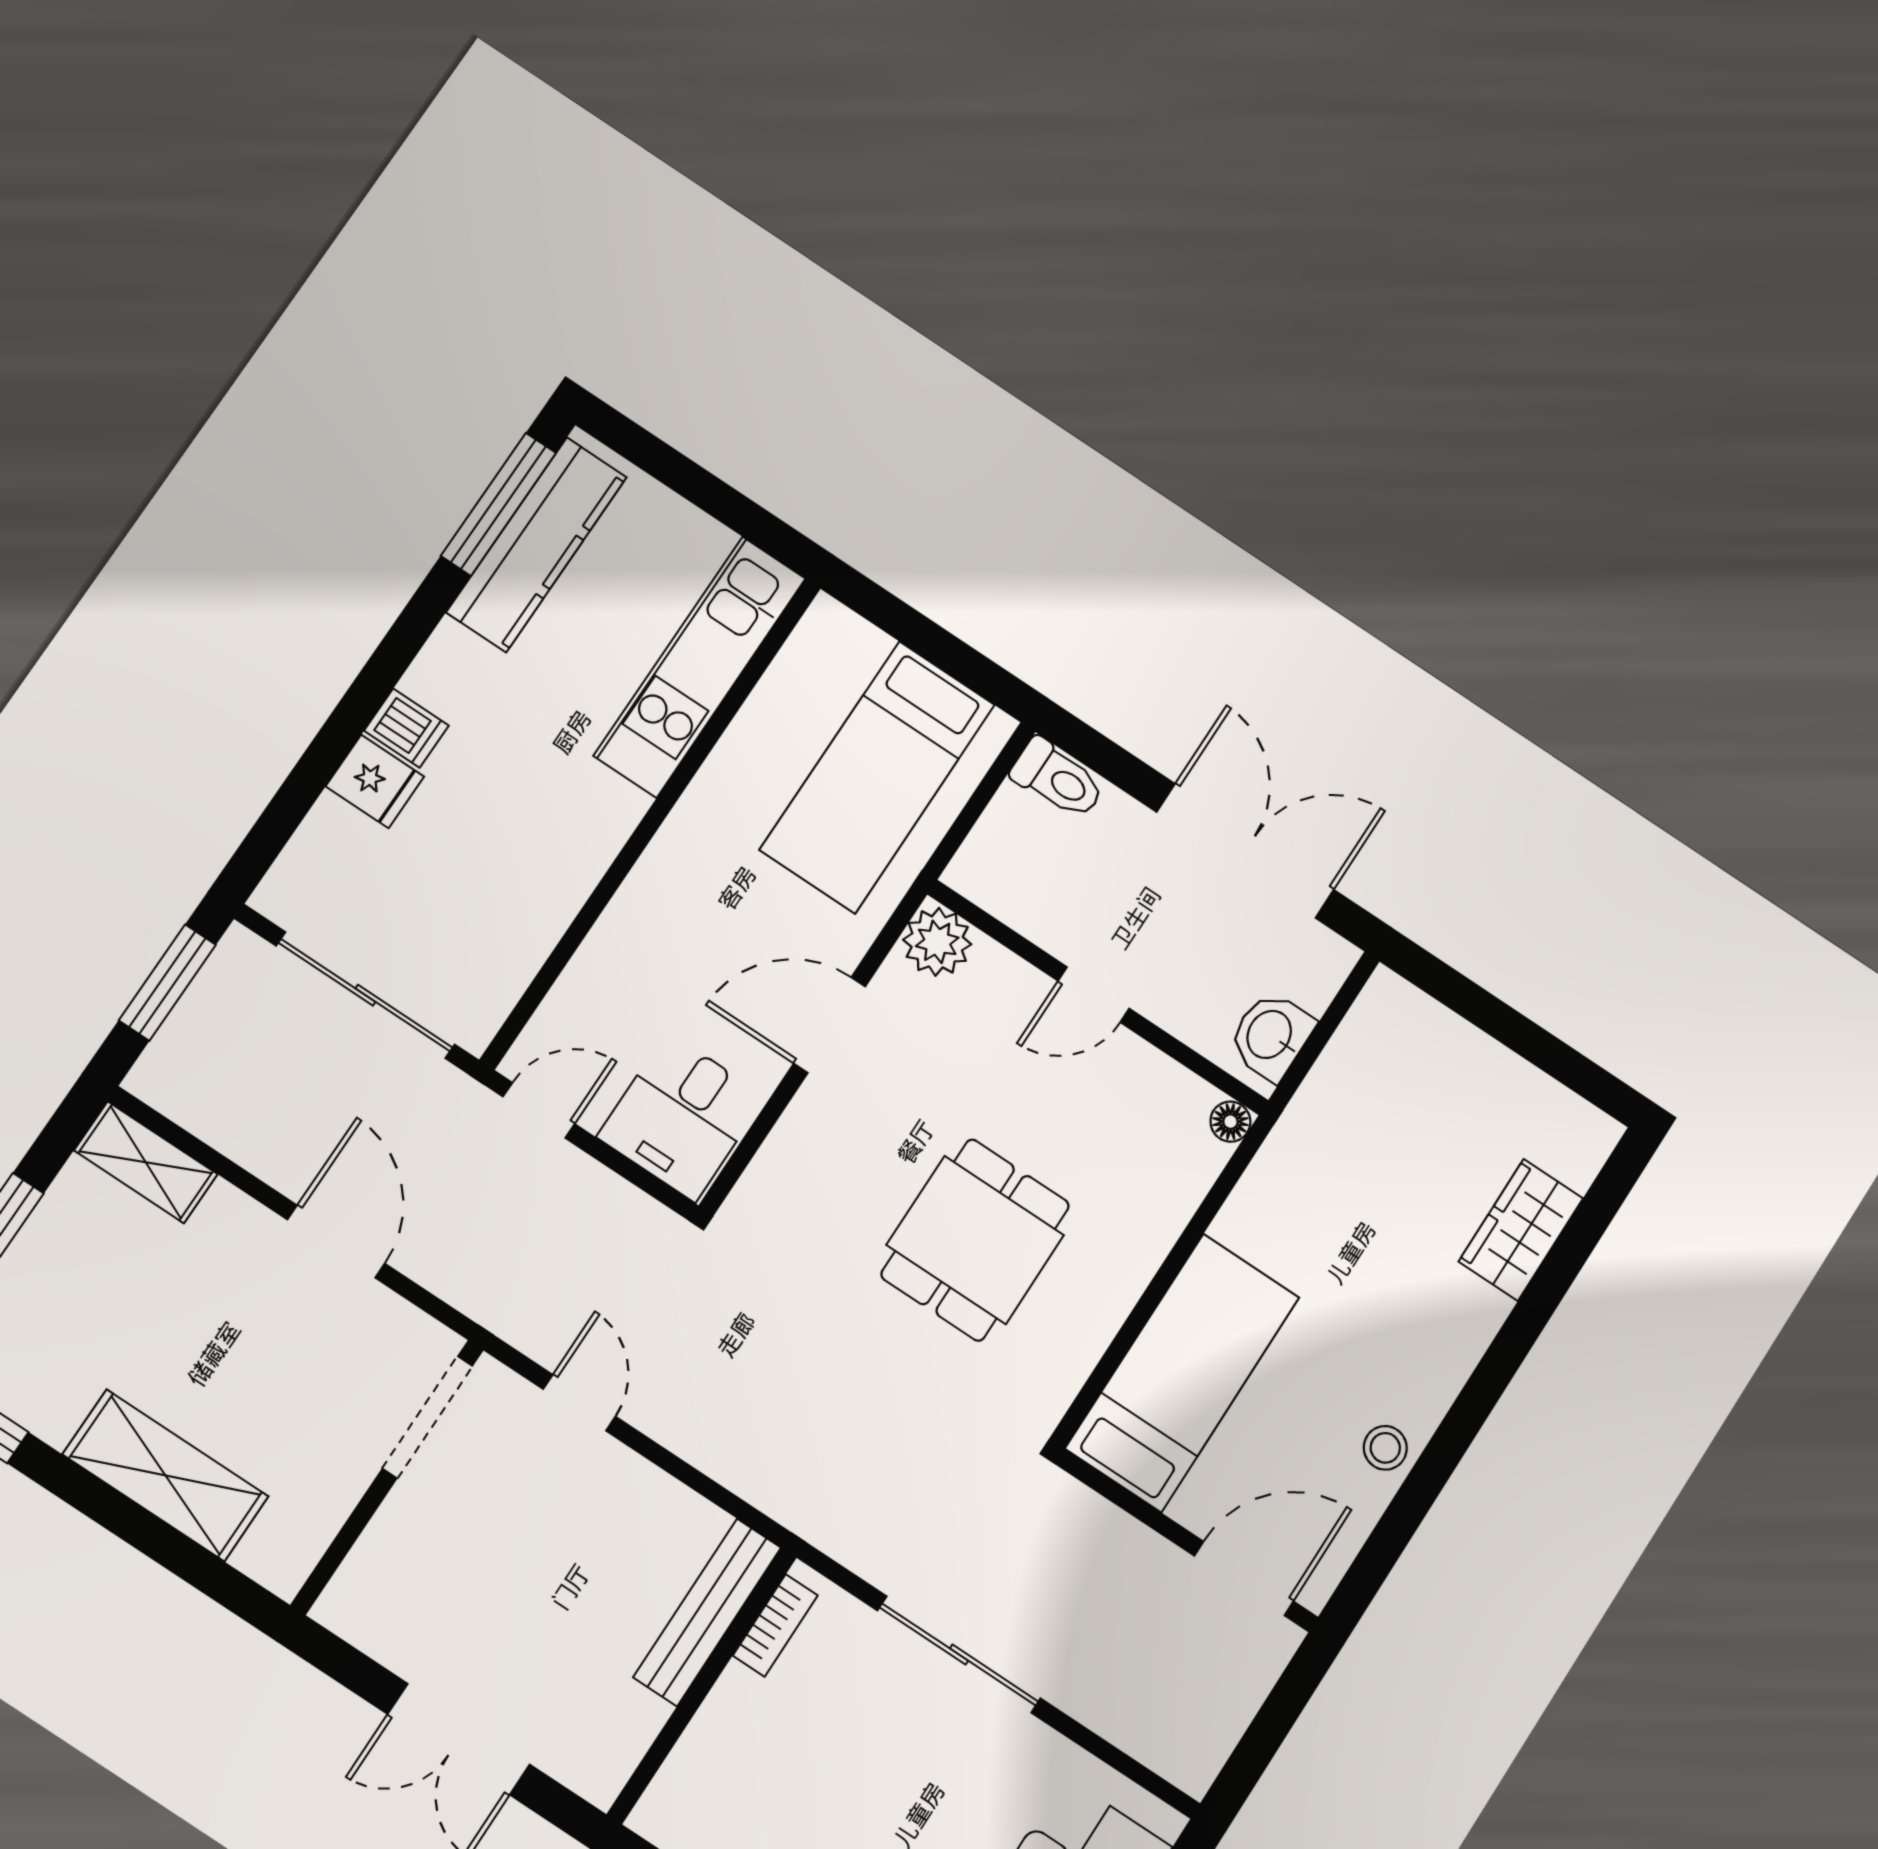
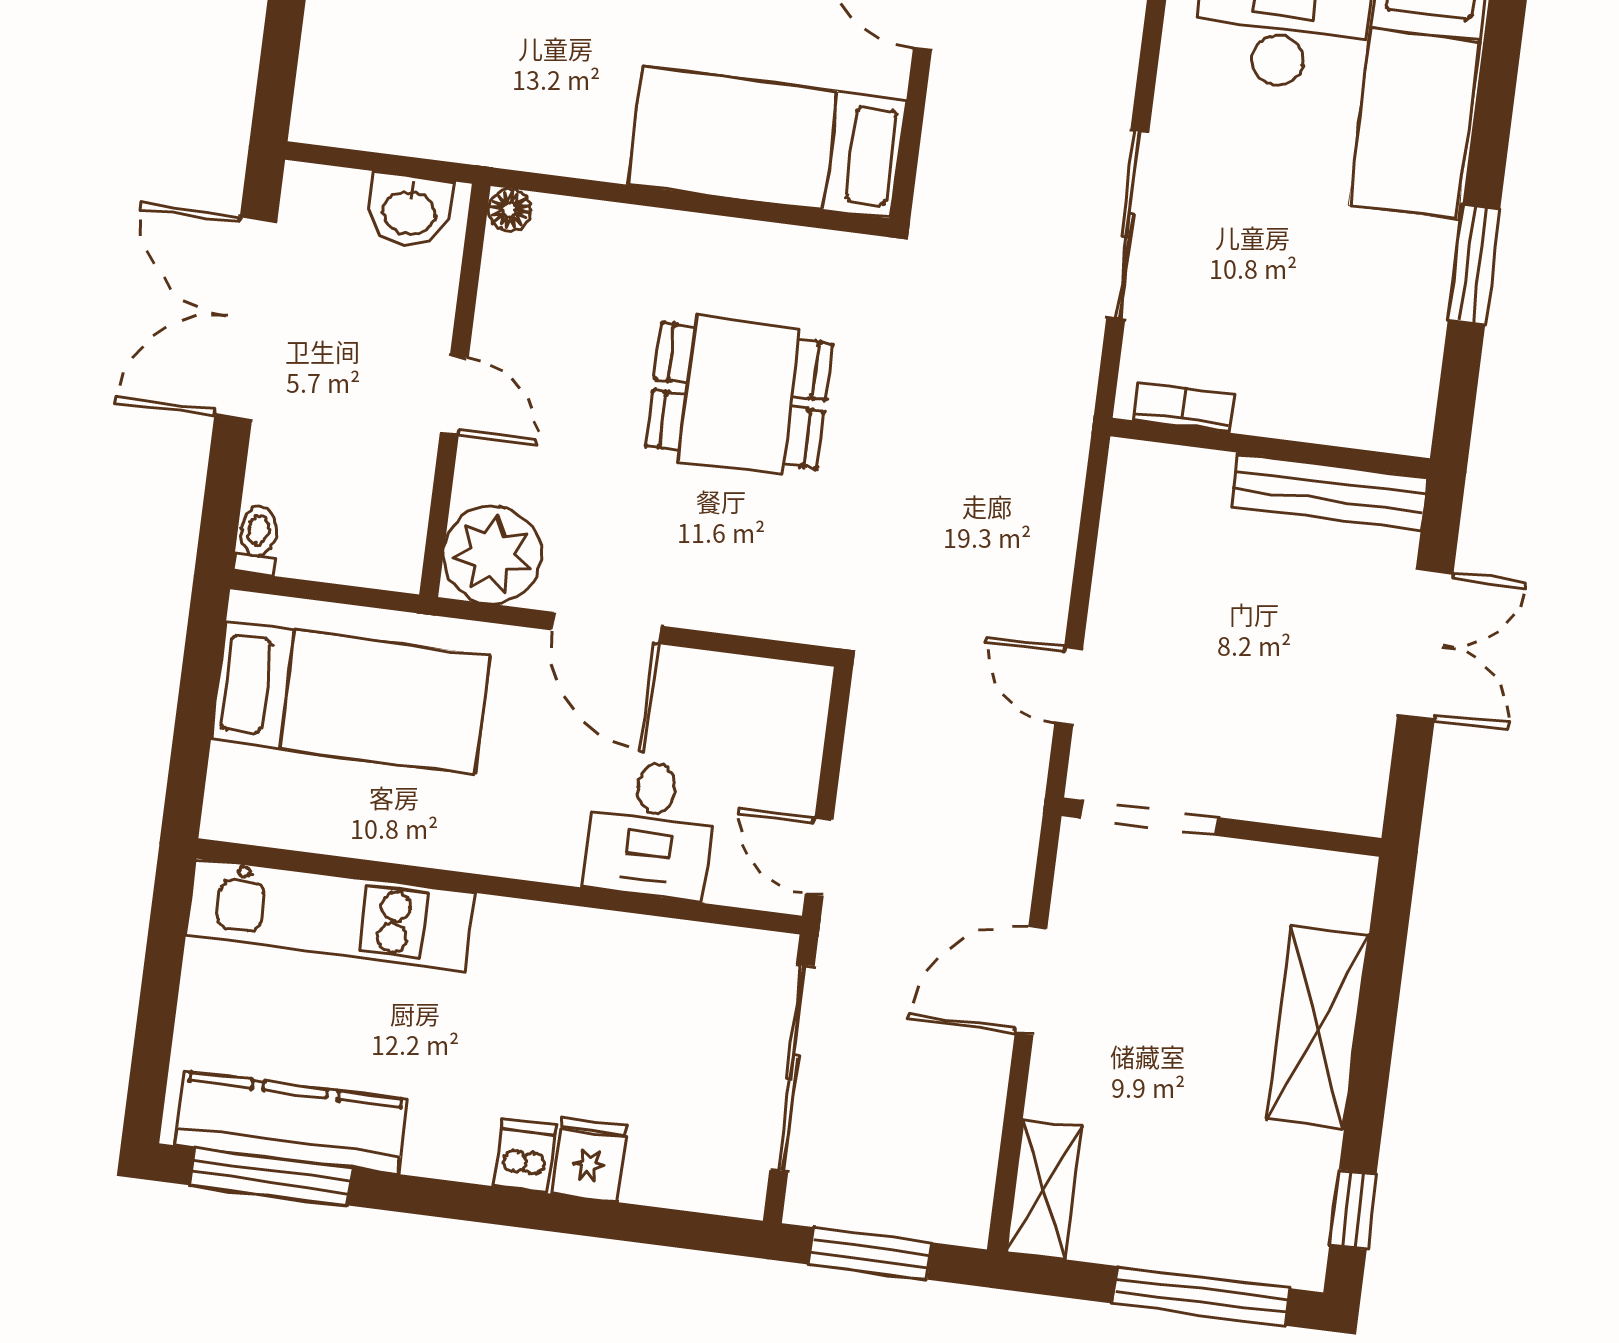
toilet: (1058, 779) -> (257, 540), width x0.73, depth x0.72
plant: (937, 942) -> (492, 555), width x1.36, depth x1.36
desk: (681, 1117) -> (651, 830), moved, turned 90
door: (579, 1403) -> (1069, 686), hinge flipped
bench: (707, 1612) -> (1329, 491), moved

